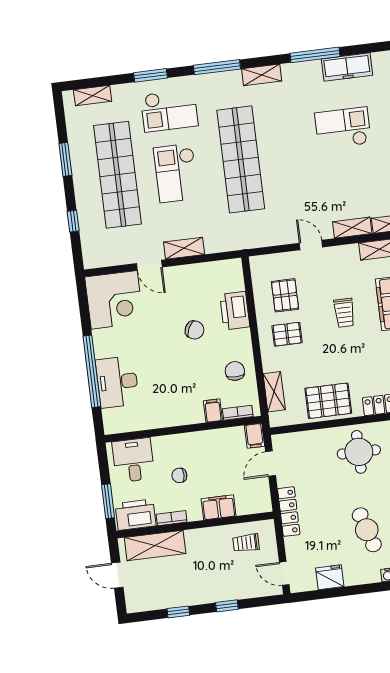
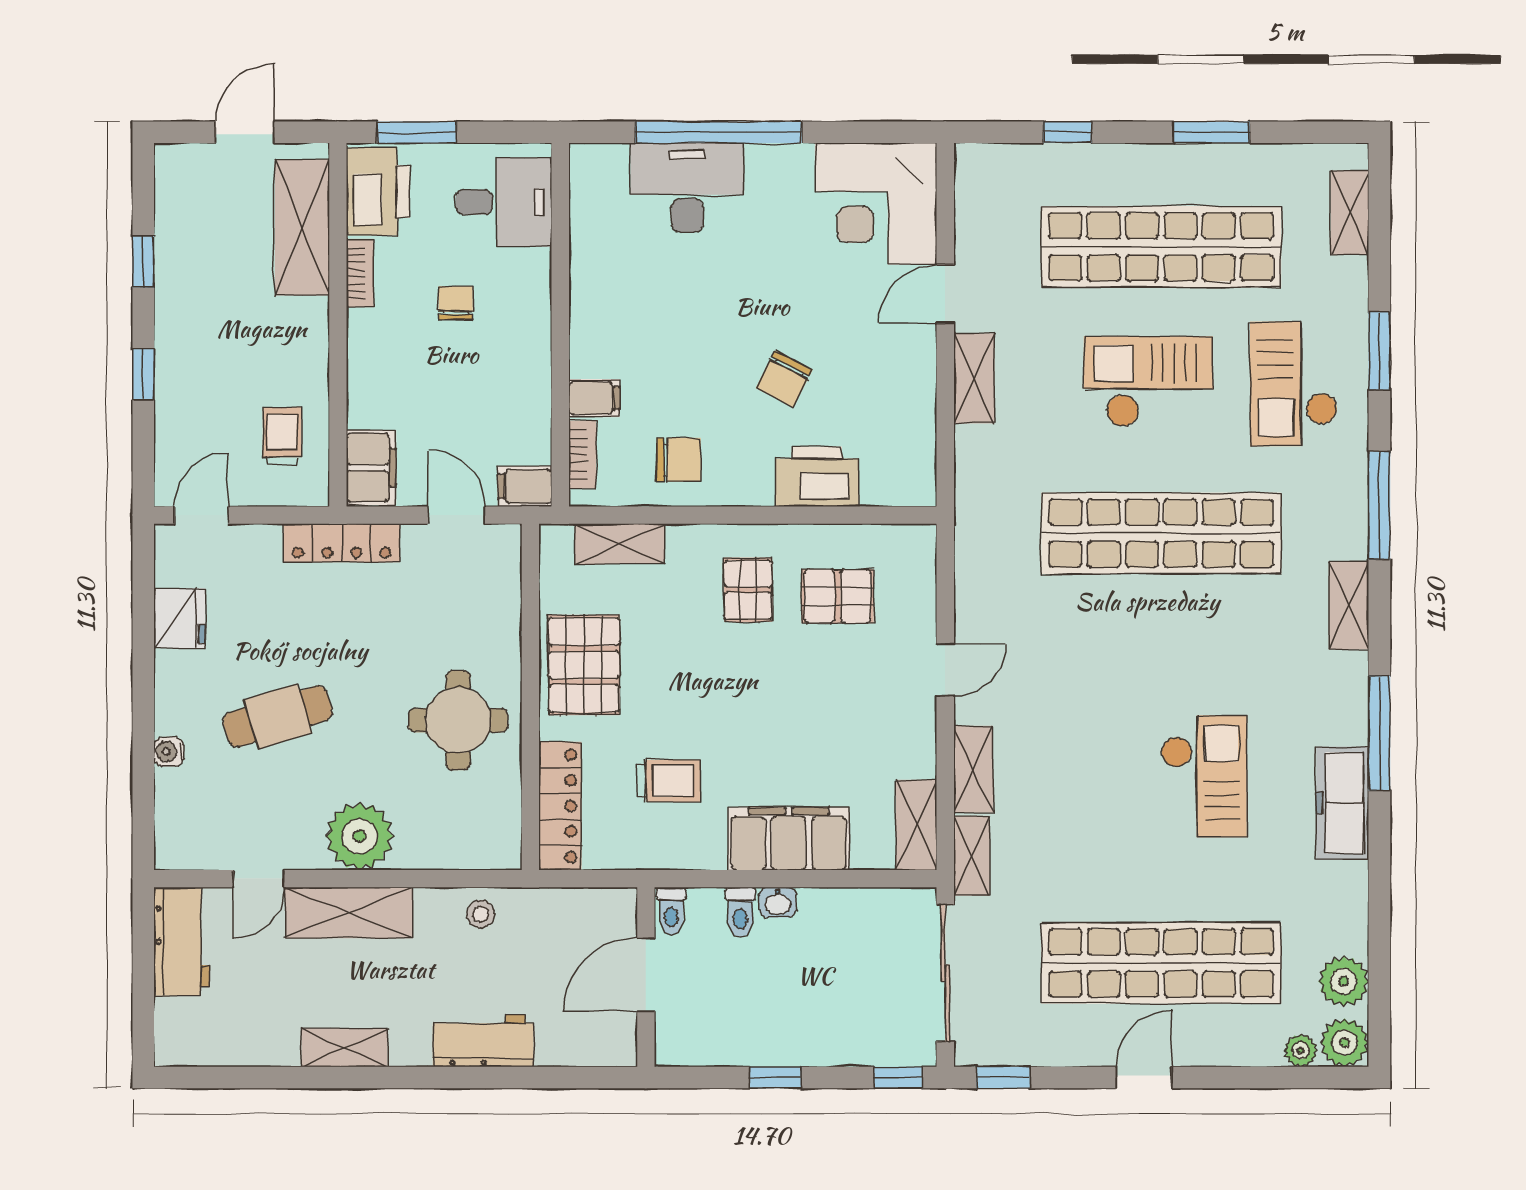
trolley: (344, 313) -> (669, 781), moved, turned 180
filing cabinet: (219, 507) -> (371, 468), moved

